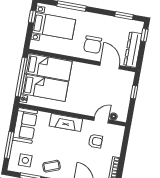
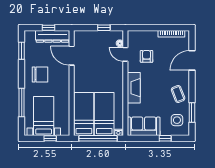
window: (32, 17) -> (50, 138), moved
window: (144, 35) -> (49, 28), moved
chair: (93, 45) -> (40, 75), moved
door: (110, 65) -> (72, 56), hinge flipped
window: (134, 92) -> (104, 28), moved
window: (9, 145) -> (165, 138), width x0.46

